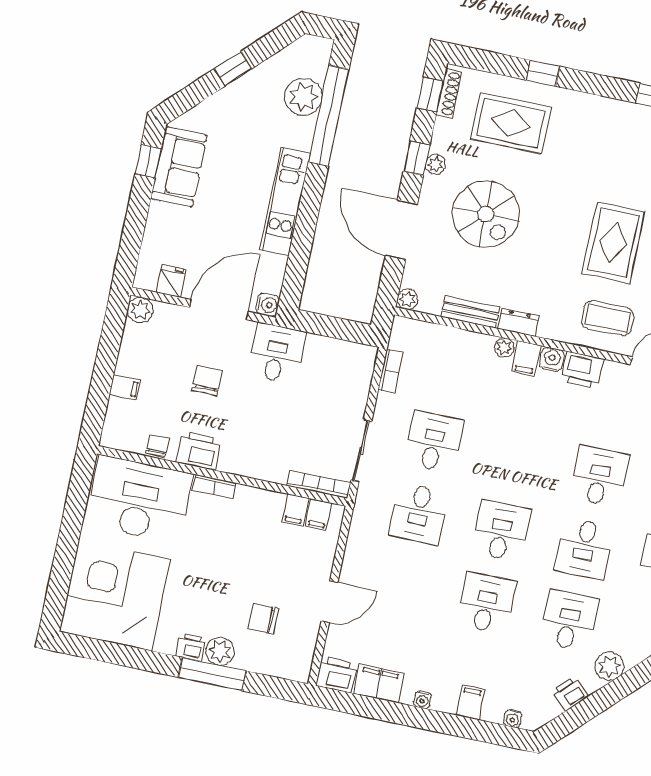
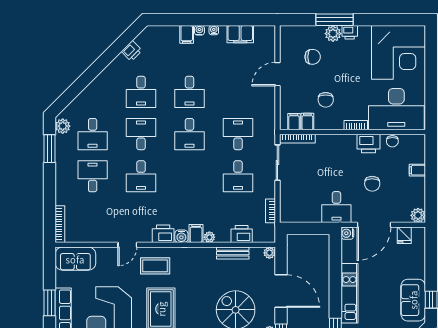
dresser: (518, 322) -> (205, 253), removed
chair: (256, 541) -> (326, 100), added
plant: (609, 666) -> (113, 71), removed
printer: (337, 675) -> (242, 234), moved, turned 180
water cooler: (513, 719) -> (199, 30), moved

